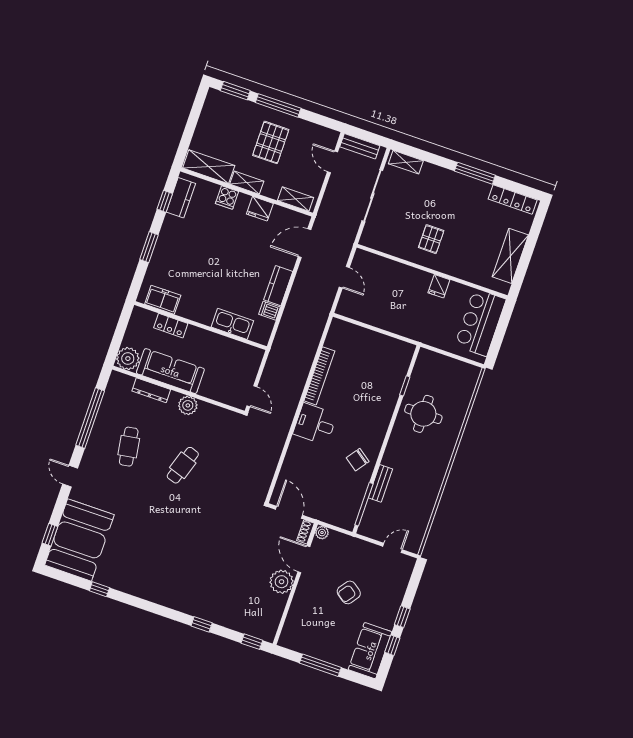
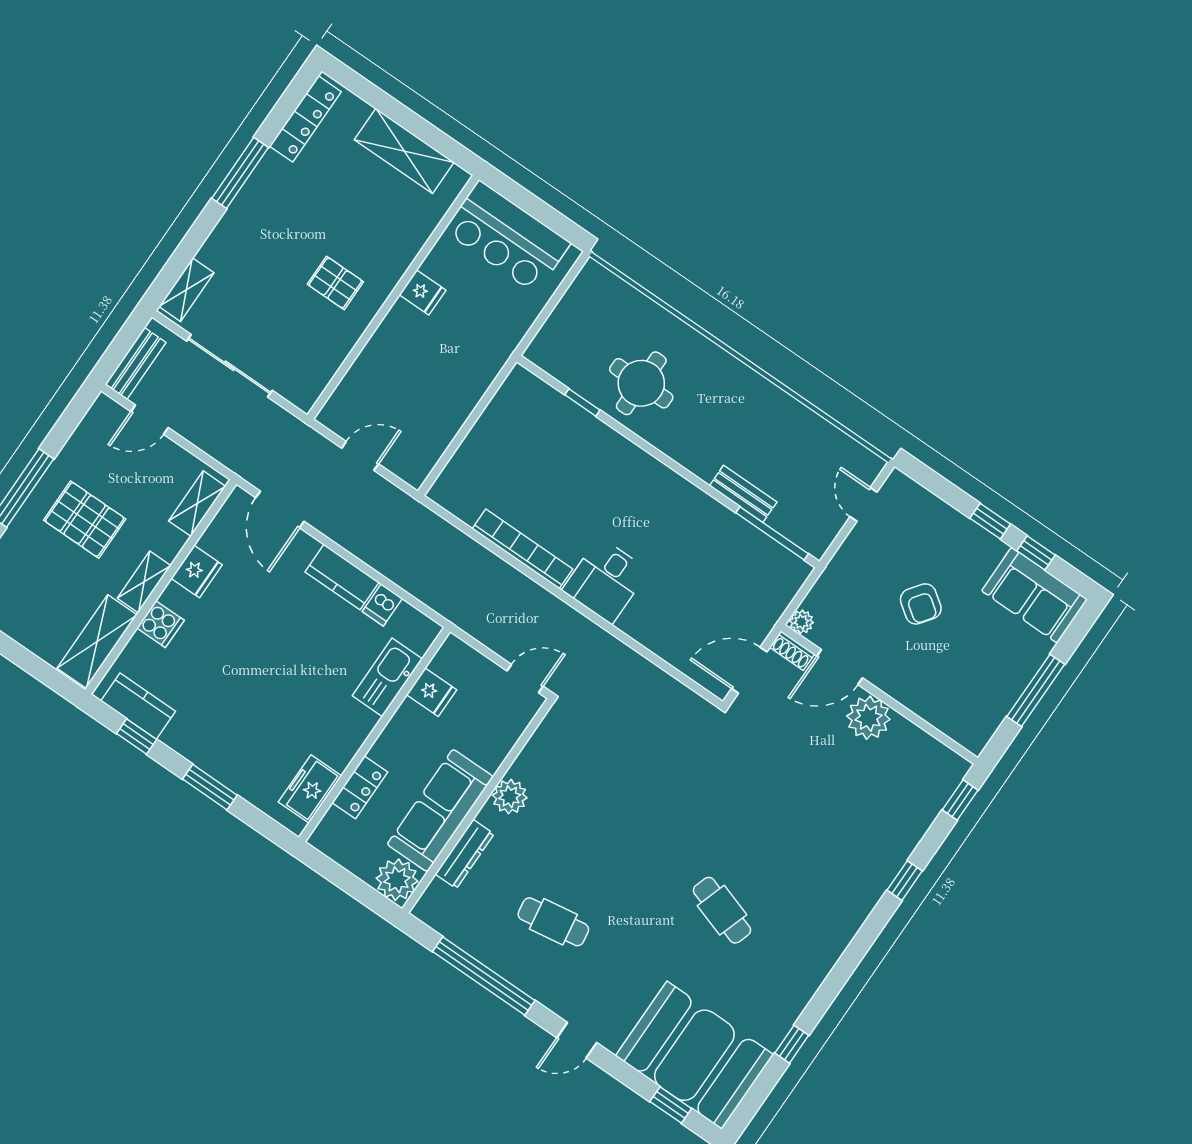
fridge: (231, 349) -> (432, 692), added
chair: (358, 460) -> (690, 522), removed
cafe table: (183, 465) -> (722, 910), moved

